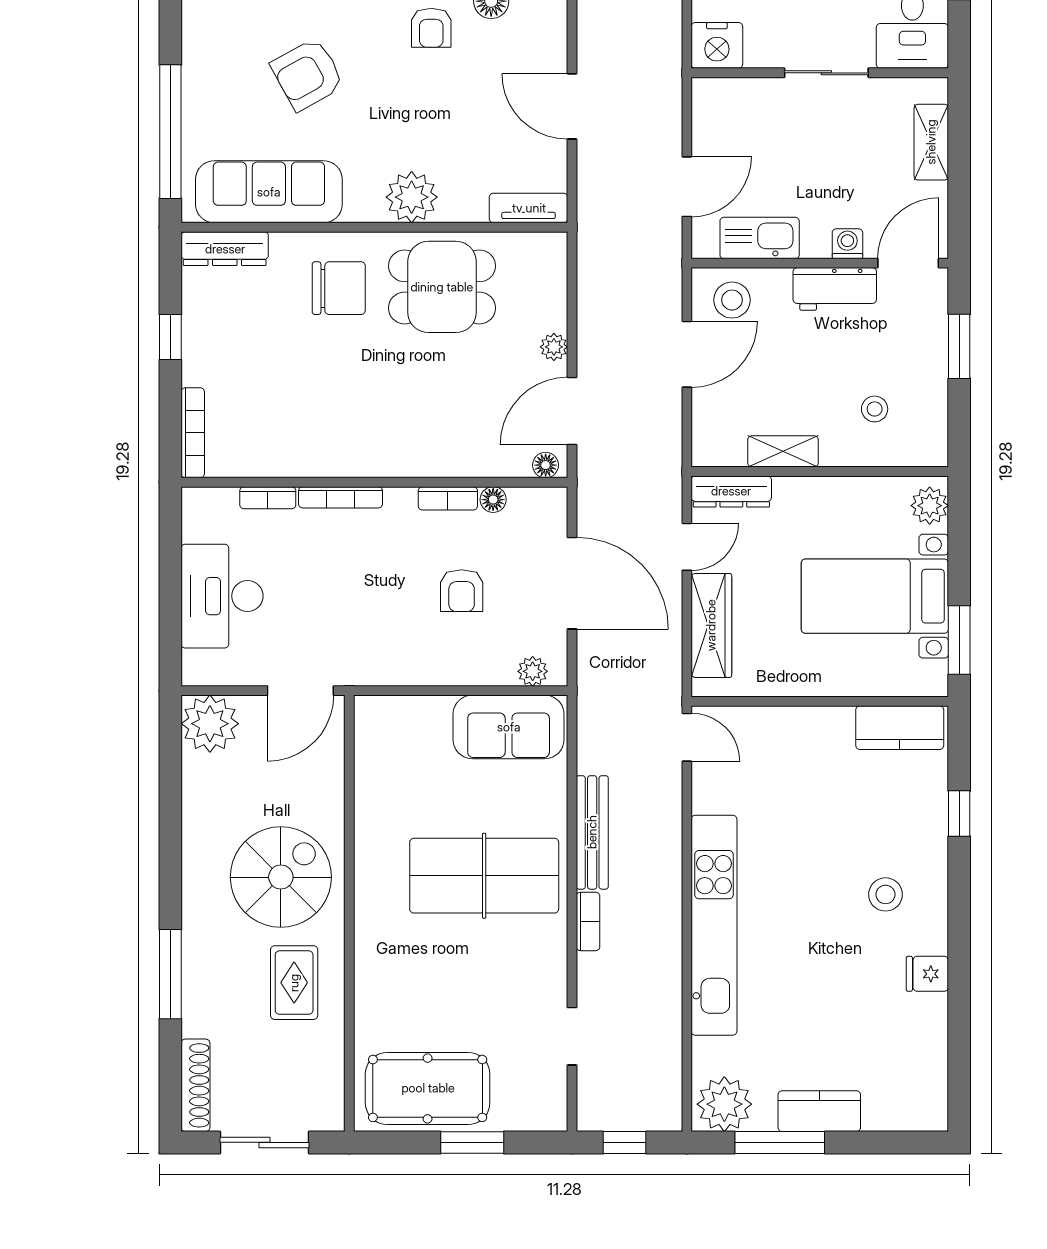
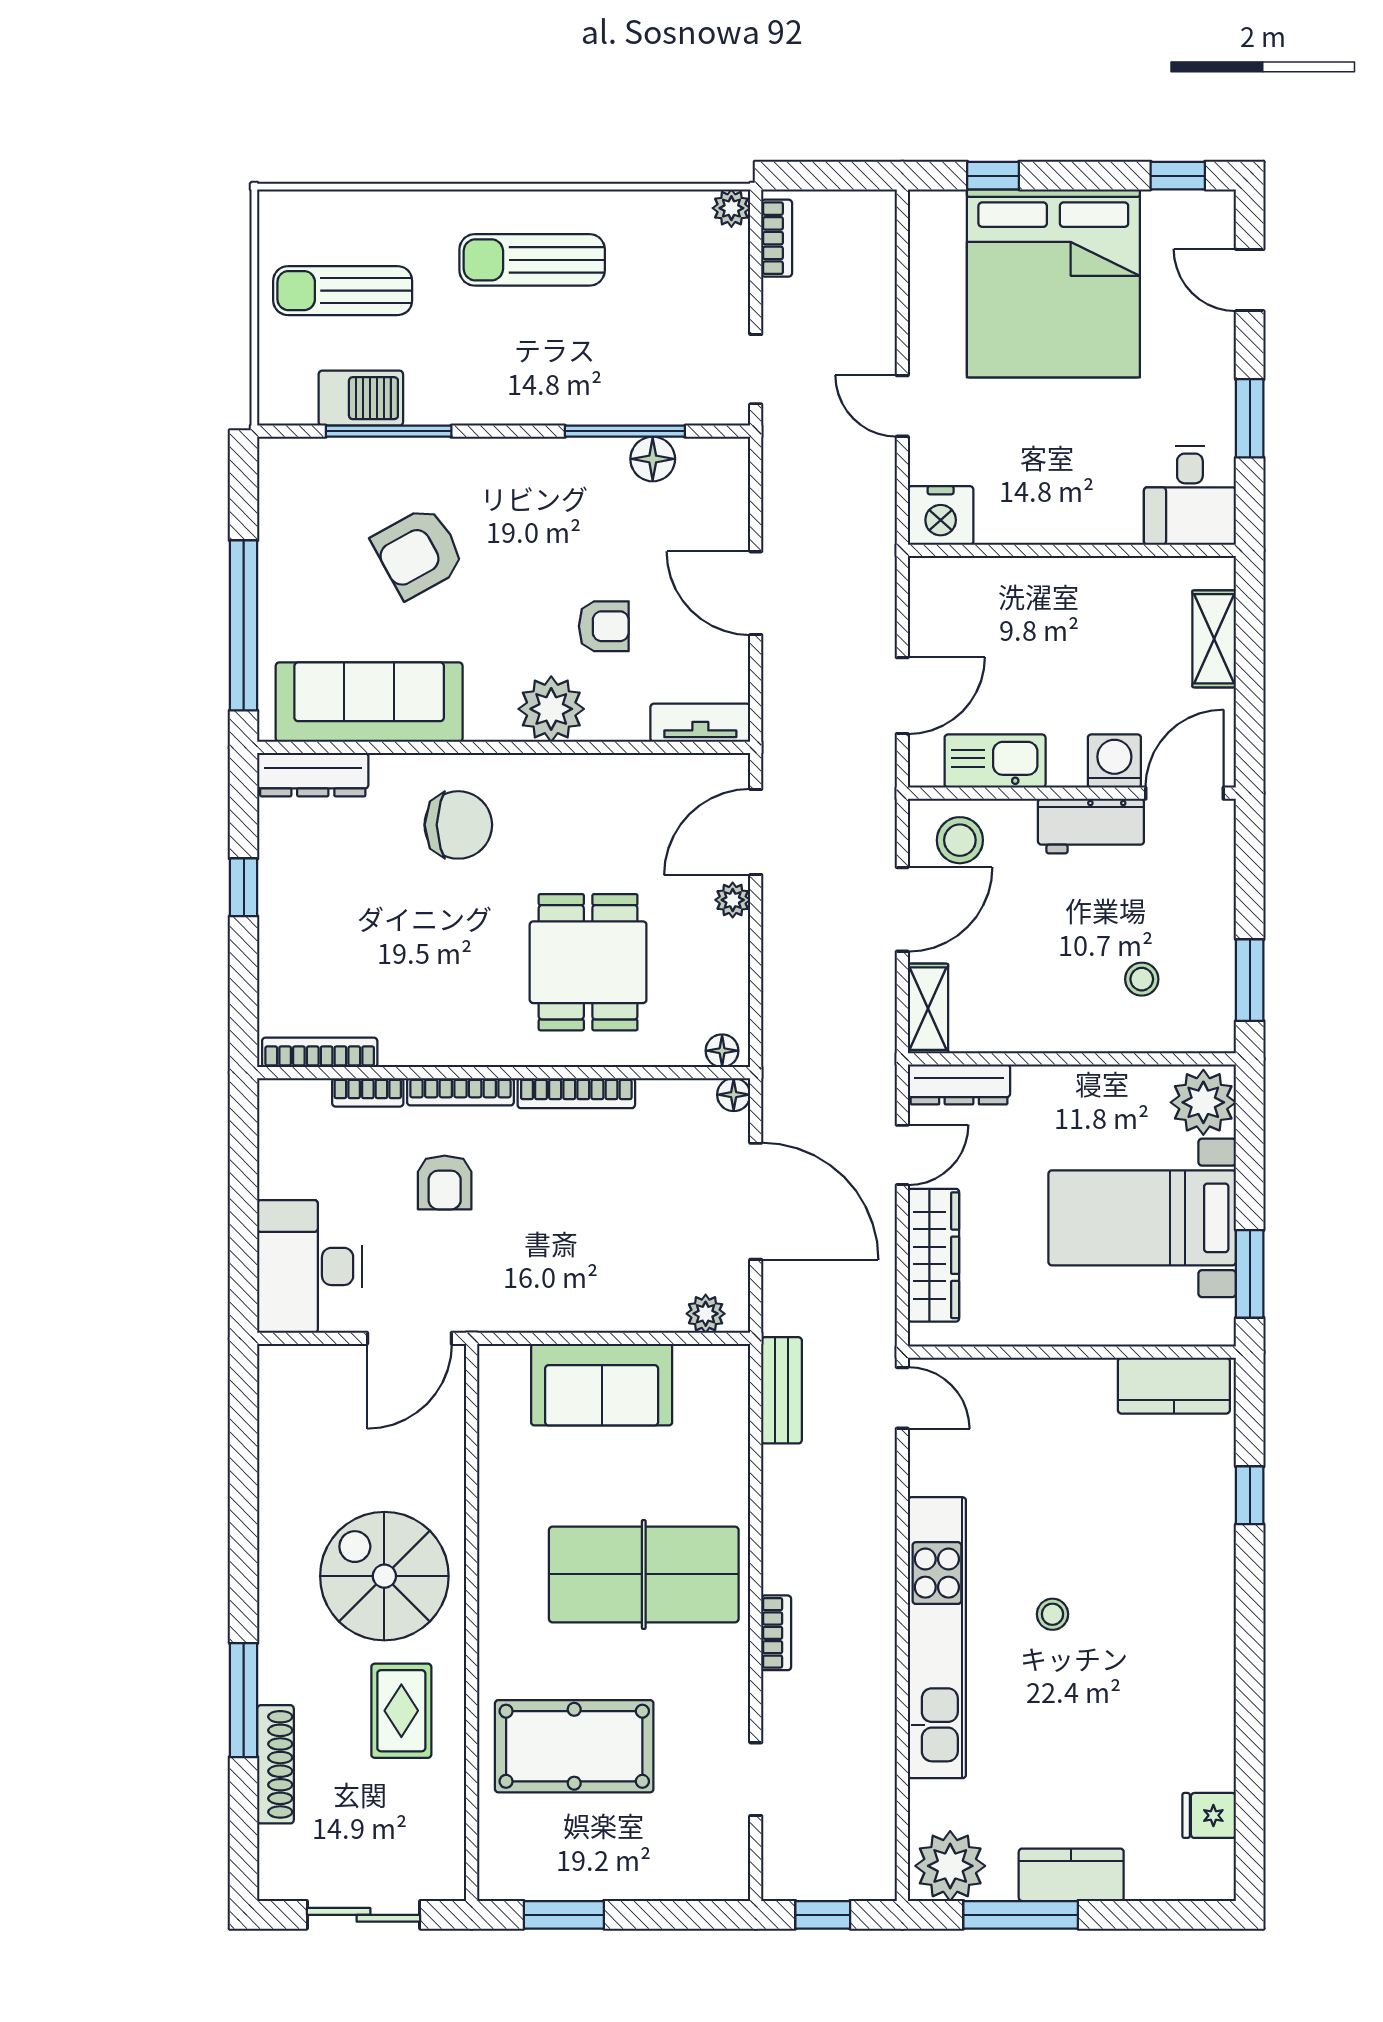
armchair: (431, 28) -> (604, 626), moved, turned -90
sliding door: (826, 73) -> (1080, 550), removed
washing machine: (847, 244) -> (1114, 761), width x1.38, depth x1.38
dining table: (442, 287) -> (588, 962), moved, turned 90
window: (959, 346) -> (1250, 980), moved
door: (572, 411) -> (756, 832), moved
bookcase: (193, 433) -> (320, 1052), moved, turned -90
shelving: (783, 451) -> (928, 1009), moved, turned 90
bookcase: (448, 498) -> (576, 1093), width x1.56
floor lamp: (493, 500) -> (734, 1095), moved
plant: (930, 506) -> (1203, 1102), width x1.36, depth x1.36
armchair: (462, 591) -> (445, 1182), moved
desk: (222, 596) -> (309, 1266), moved
plant: (210, 724) -> (294, 1381), removed
sofa: (509, 727) -> (602, 1385), moved
bench: (592, 832) -> (782, 1390), moved, width x0.73
spiral stairs: (281, 877) -> (384, 1576), turned -90
stool: (885, 894) -> (1052, 1614), moved, width x0.73, depth x0.73
fridge: (927, 974) -> (1209, 1815), moved
shoe rack: (195, 1085) -> (276, 1764), moved
pool table: (428, 1088) -> (574, 1746), moved
window: (472, 1142) -> (564, 1915), moved

